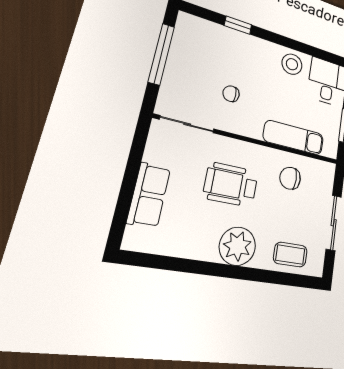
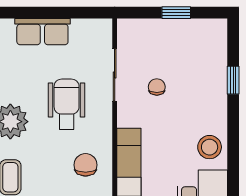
window: (161, 54) -> (176, 13), width x0.46
sliding door: (187, 124) -> (115, 75), moved

